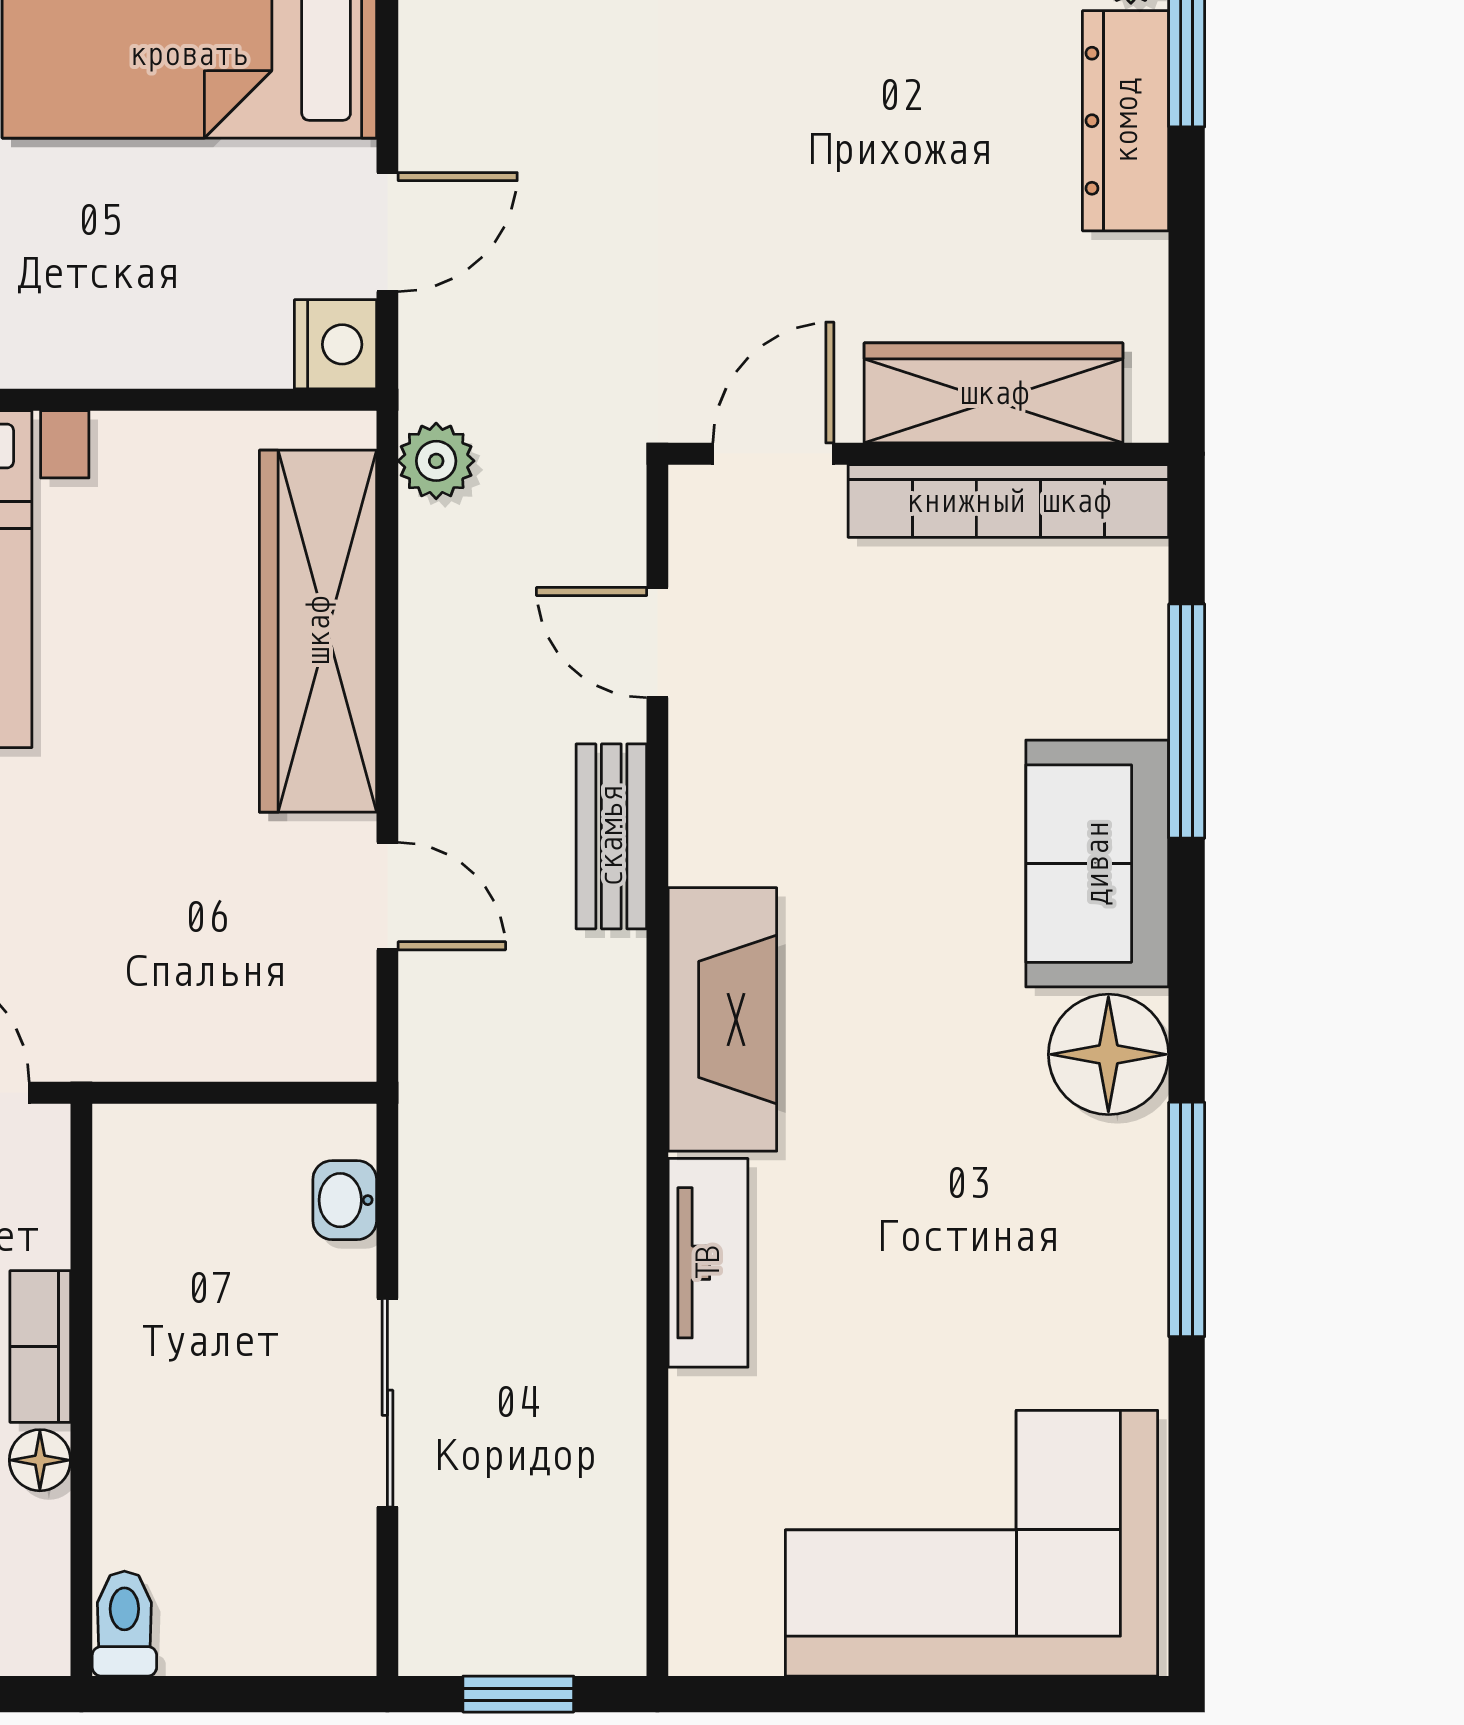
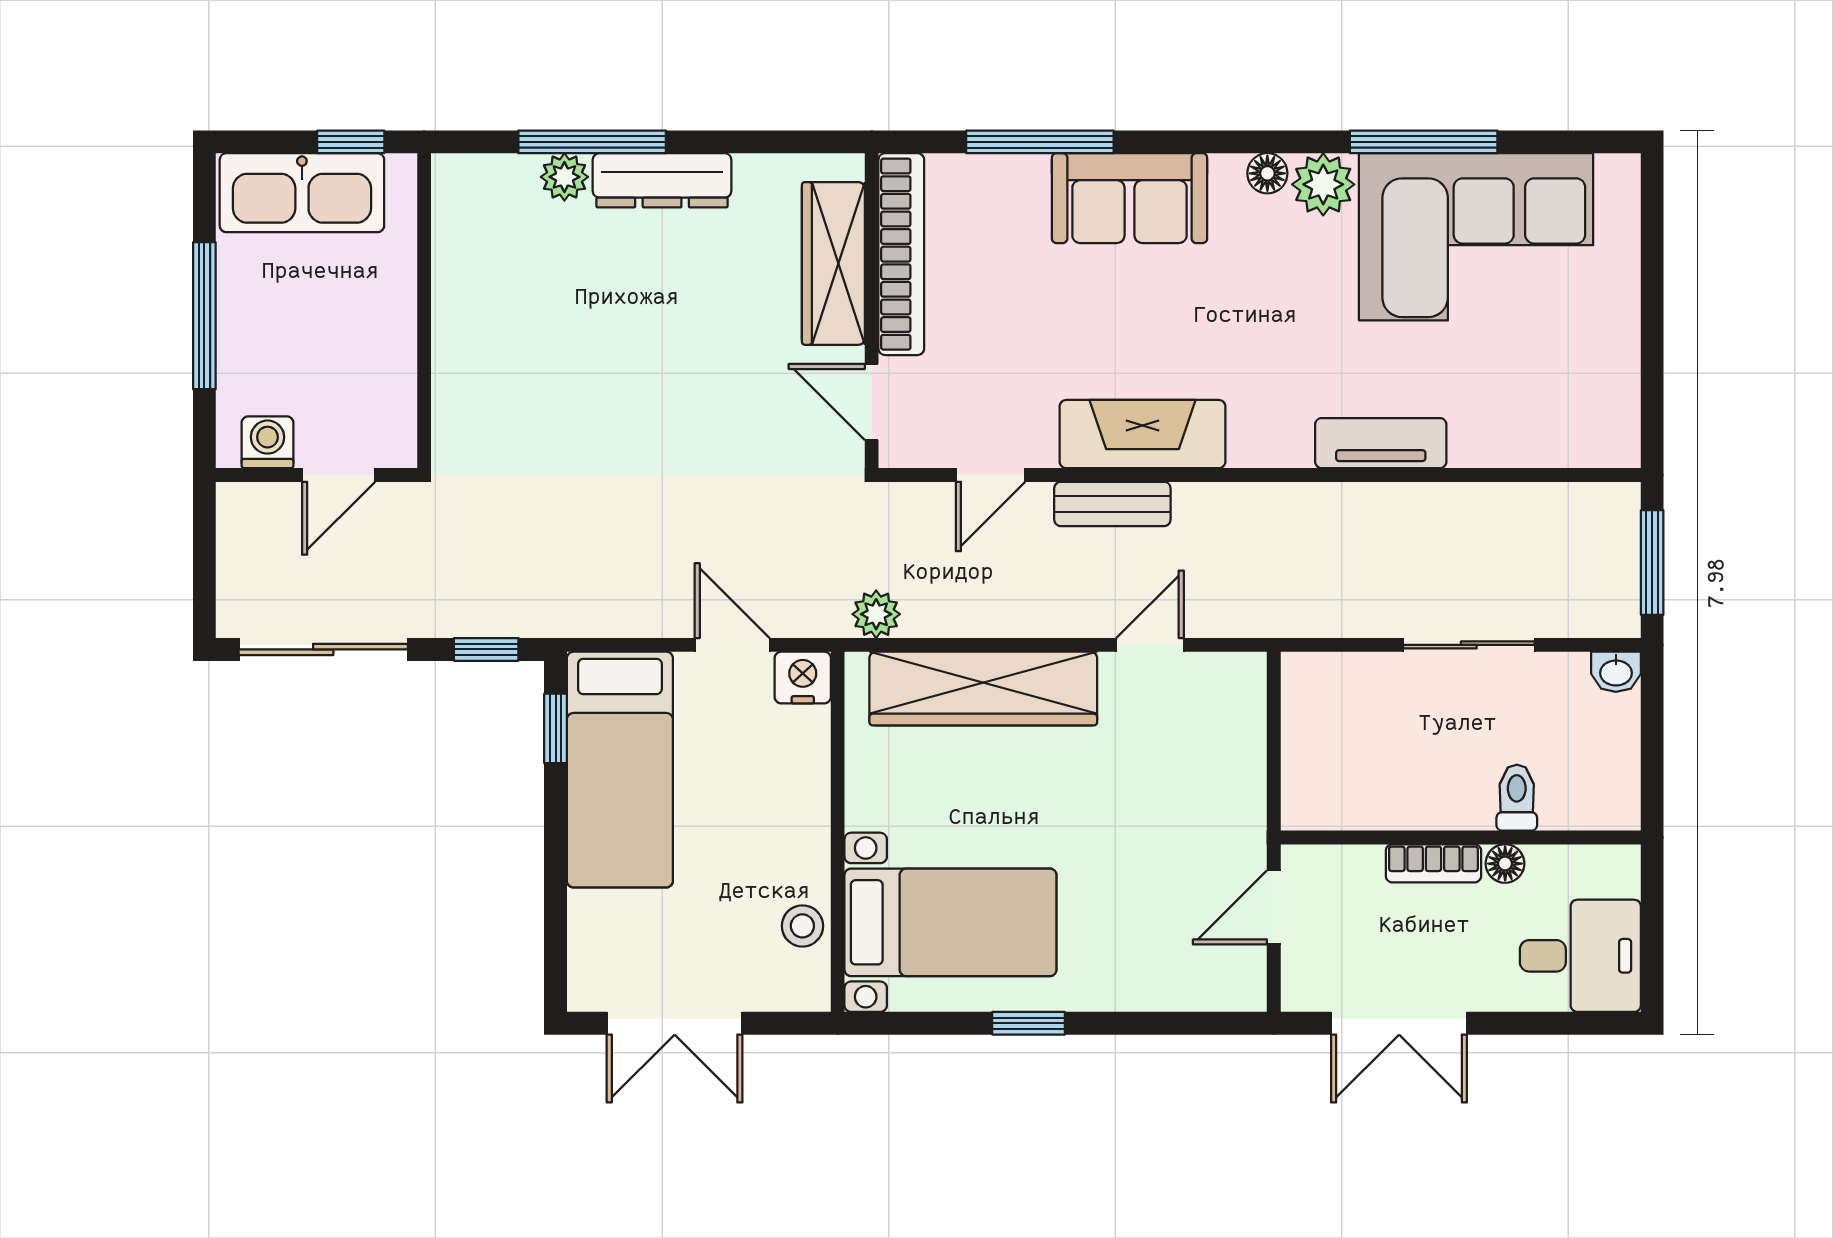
fireplace: (722, 1019) -> (1143, 434), moved
floor lamp: (1108, 1054) -> (1267, 173), width x0.53, depth x0.53
plant: (1119, 1171) -> (1323, 184), added
washbasin: (345, 1200) -> (1616, 672), moved
window: (1187, 1219) -> (1424, 142), moved
corner sofa: (971, 1543) -> (1476, 237), moved, turned -90
toilet: (124, 1624) -> (1517, 798), moved, turned 90
window: (518, 1694) -> (1652, 563), width x1.50

